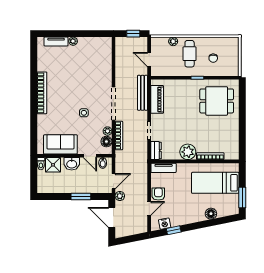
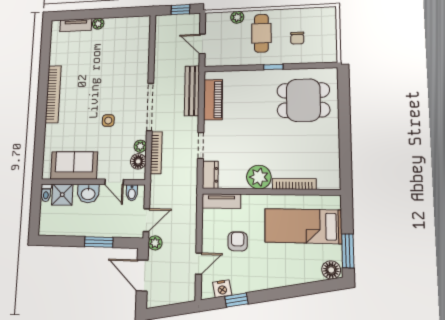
armchair: (158, 194) -> (238, 241), moved
floor lamp: (211, 214) -> (331, 270), moved

